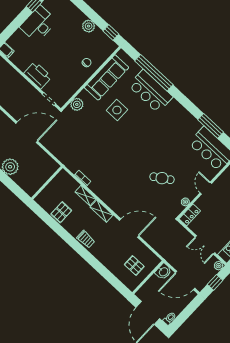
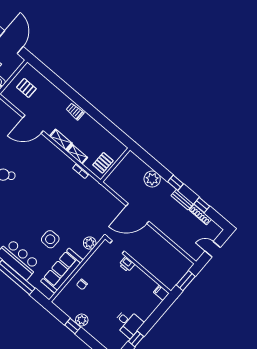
desk: (38, 24) -> (128, 323), width x0.73
window: (111, 32) -> (73, 326), moved
printer: (38, 75) -> (127, 264), width x0.53, depth x0.68
pallet: (61, 212) -> (103, 163), moved

